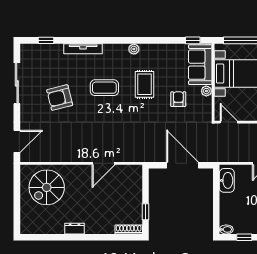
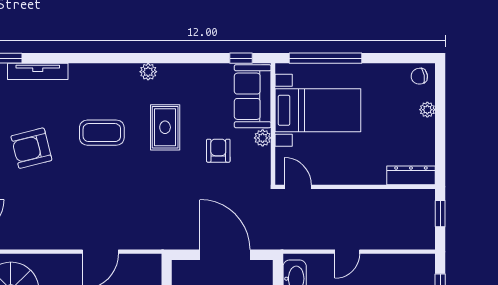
tv unit: (83, 49) -> (38, 71), moved

